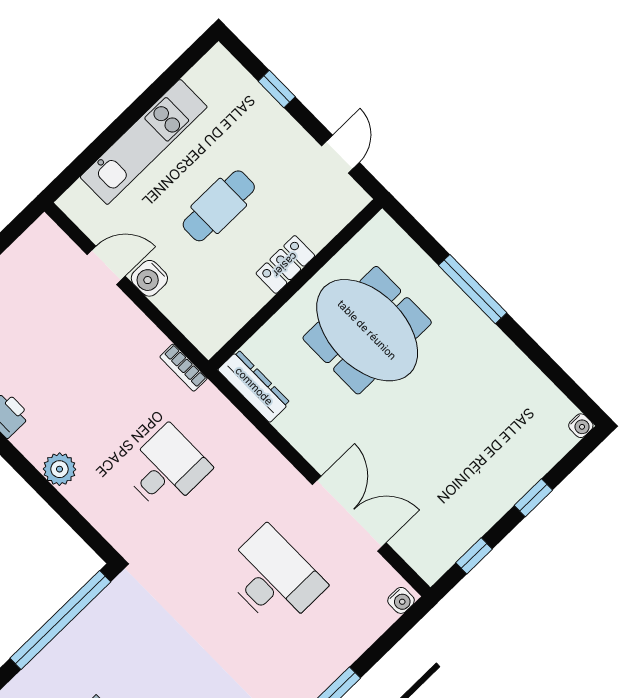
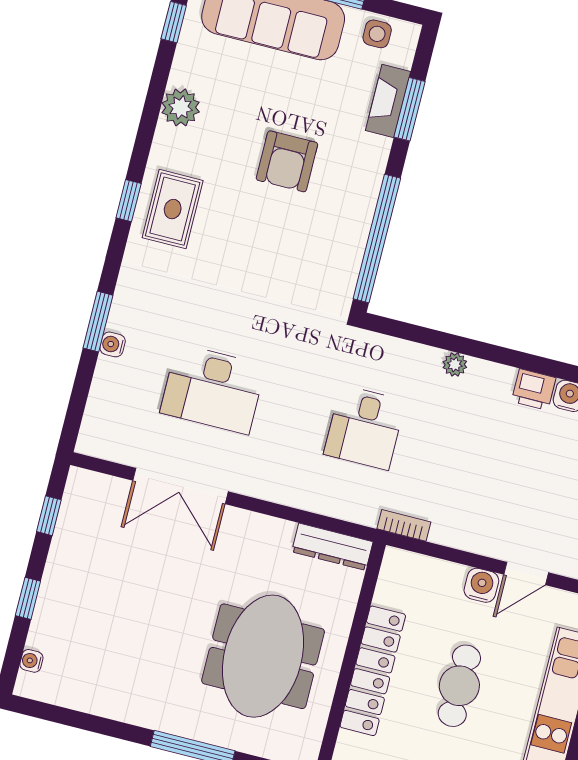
locker: (285, 265) -> (373, 671), width x2.16, depth x1.21
meeting table: (367, 330) -> (263, 656), turned 90
water cooler: (581, 426) -> (31, 661), moved
plant: (59, 469) -> (455, 365), width x0.73, depth x0.73
water cooler: (401, 600) -> (113, 344), moved

